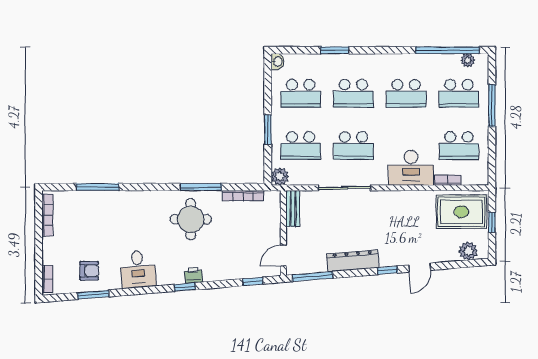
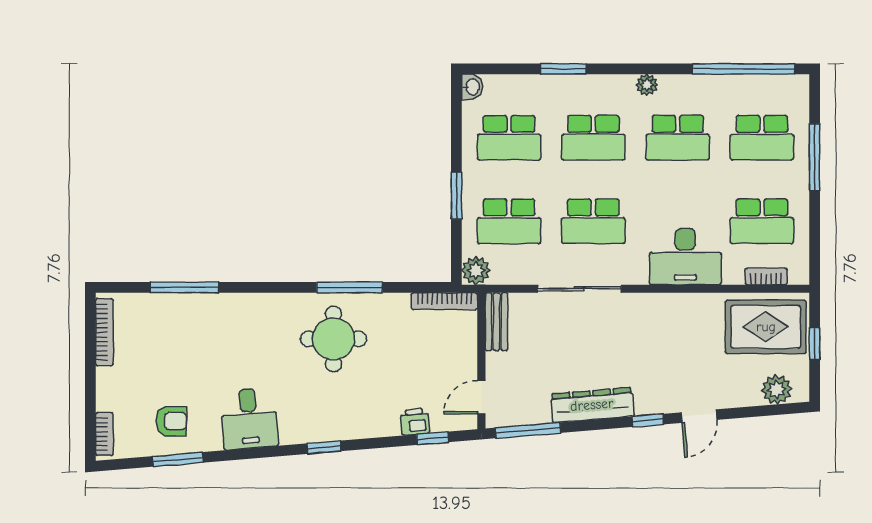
plant: (468, 60) -> (647, 85), moved
bookcase: (448, 180) -> (766, 276), moved
bookcase: (243, 196) -> (444, 301), moved
printer: (193, 275) -> (415, 422), moved

